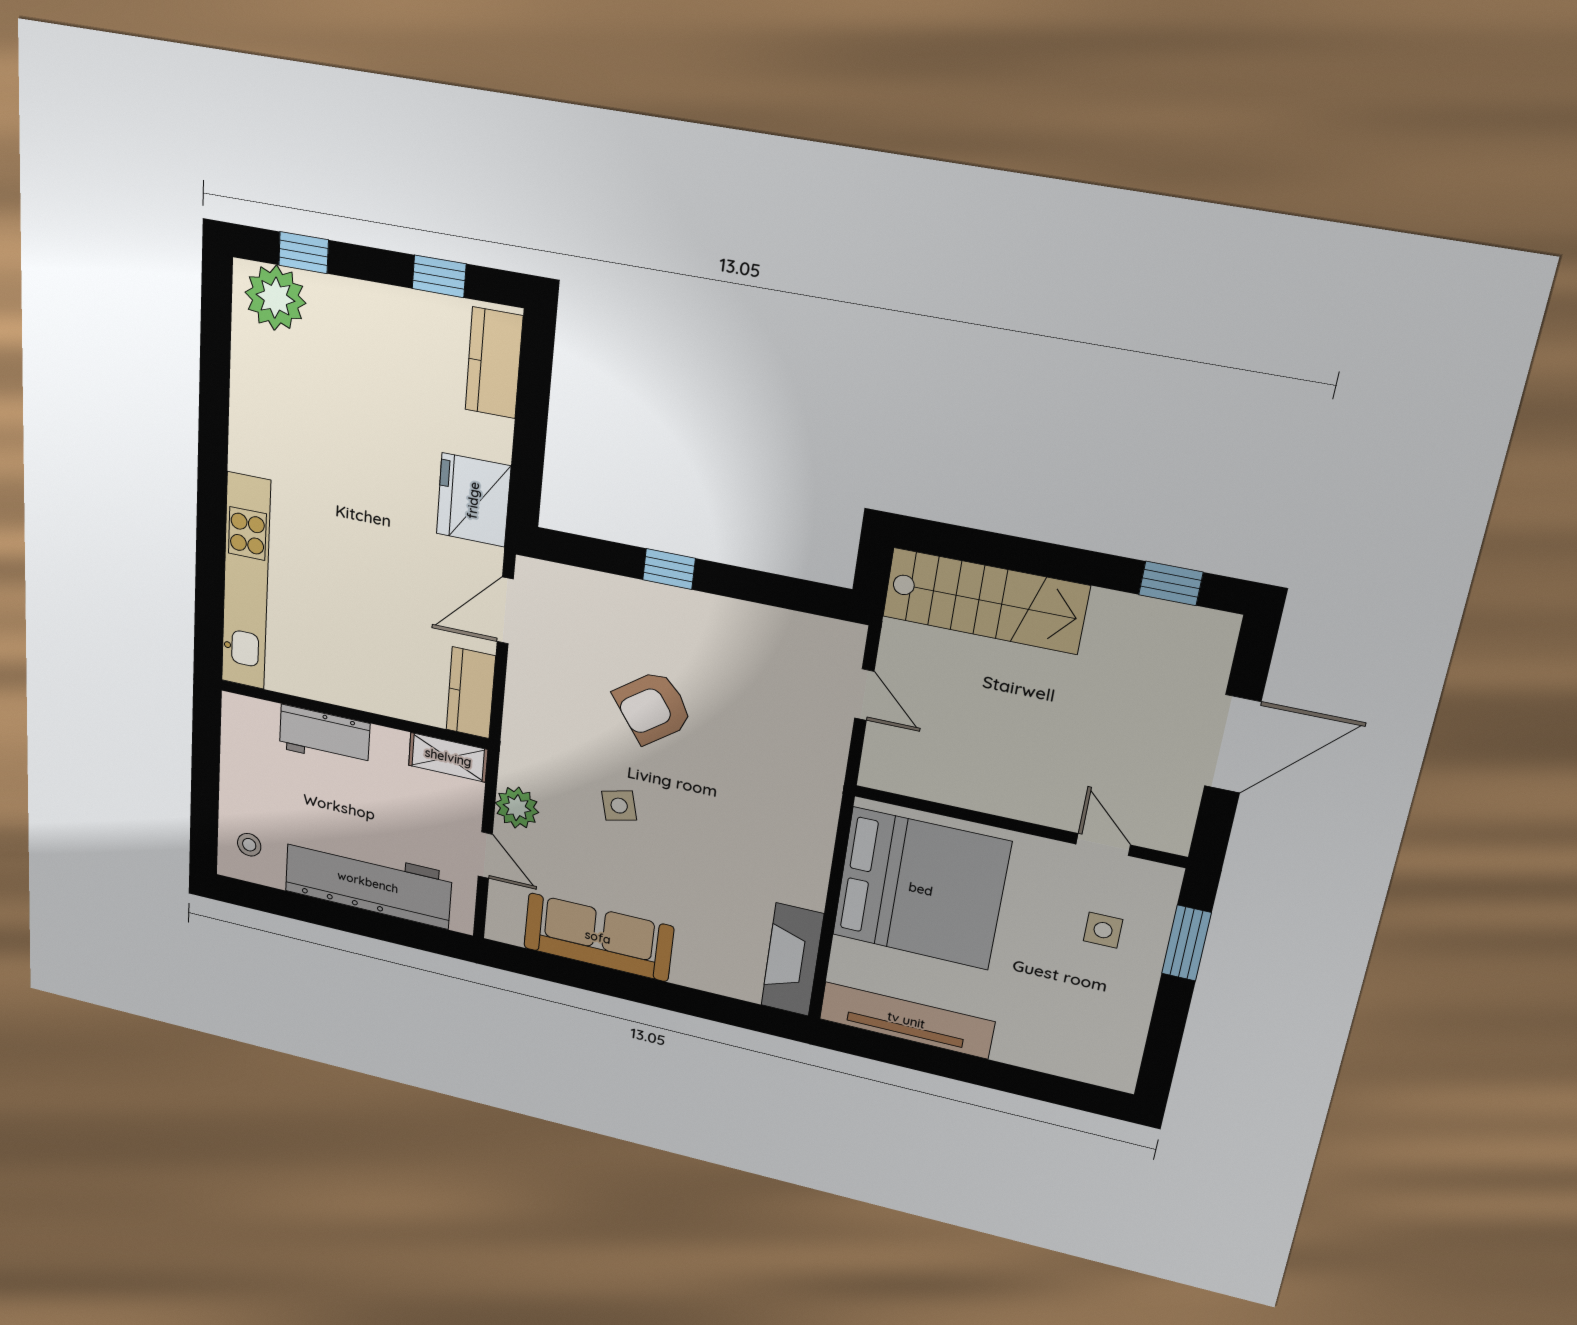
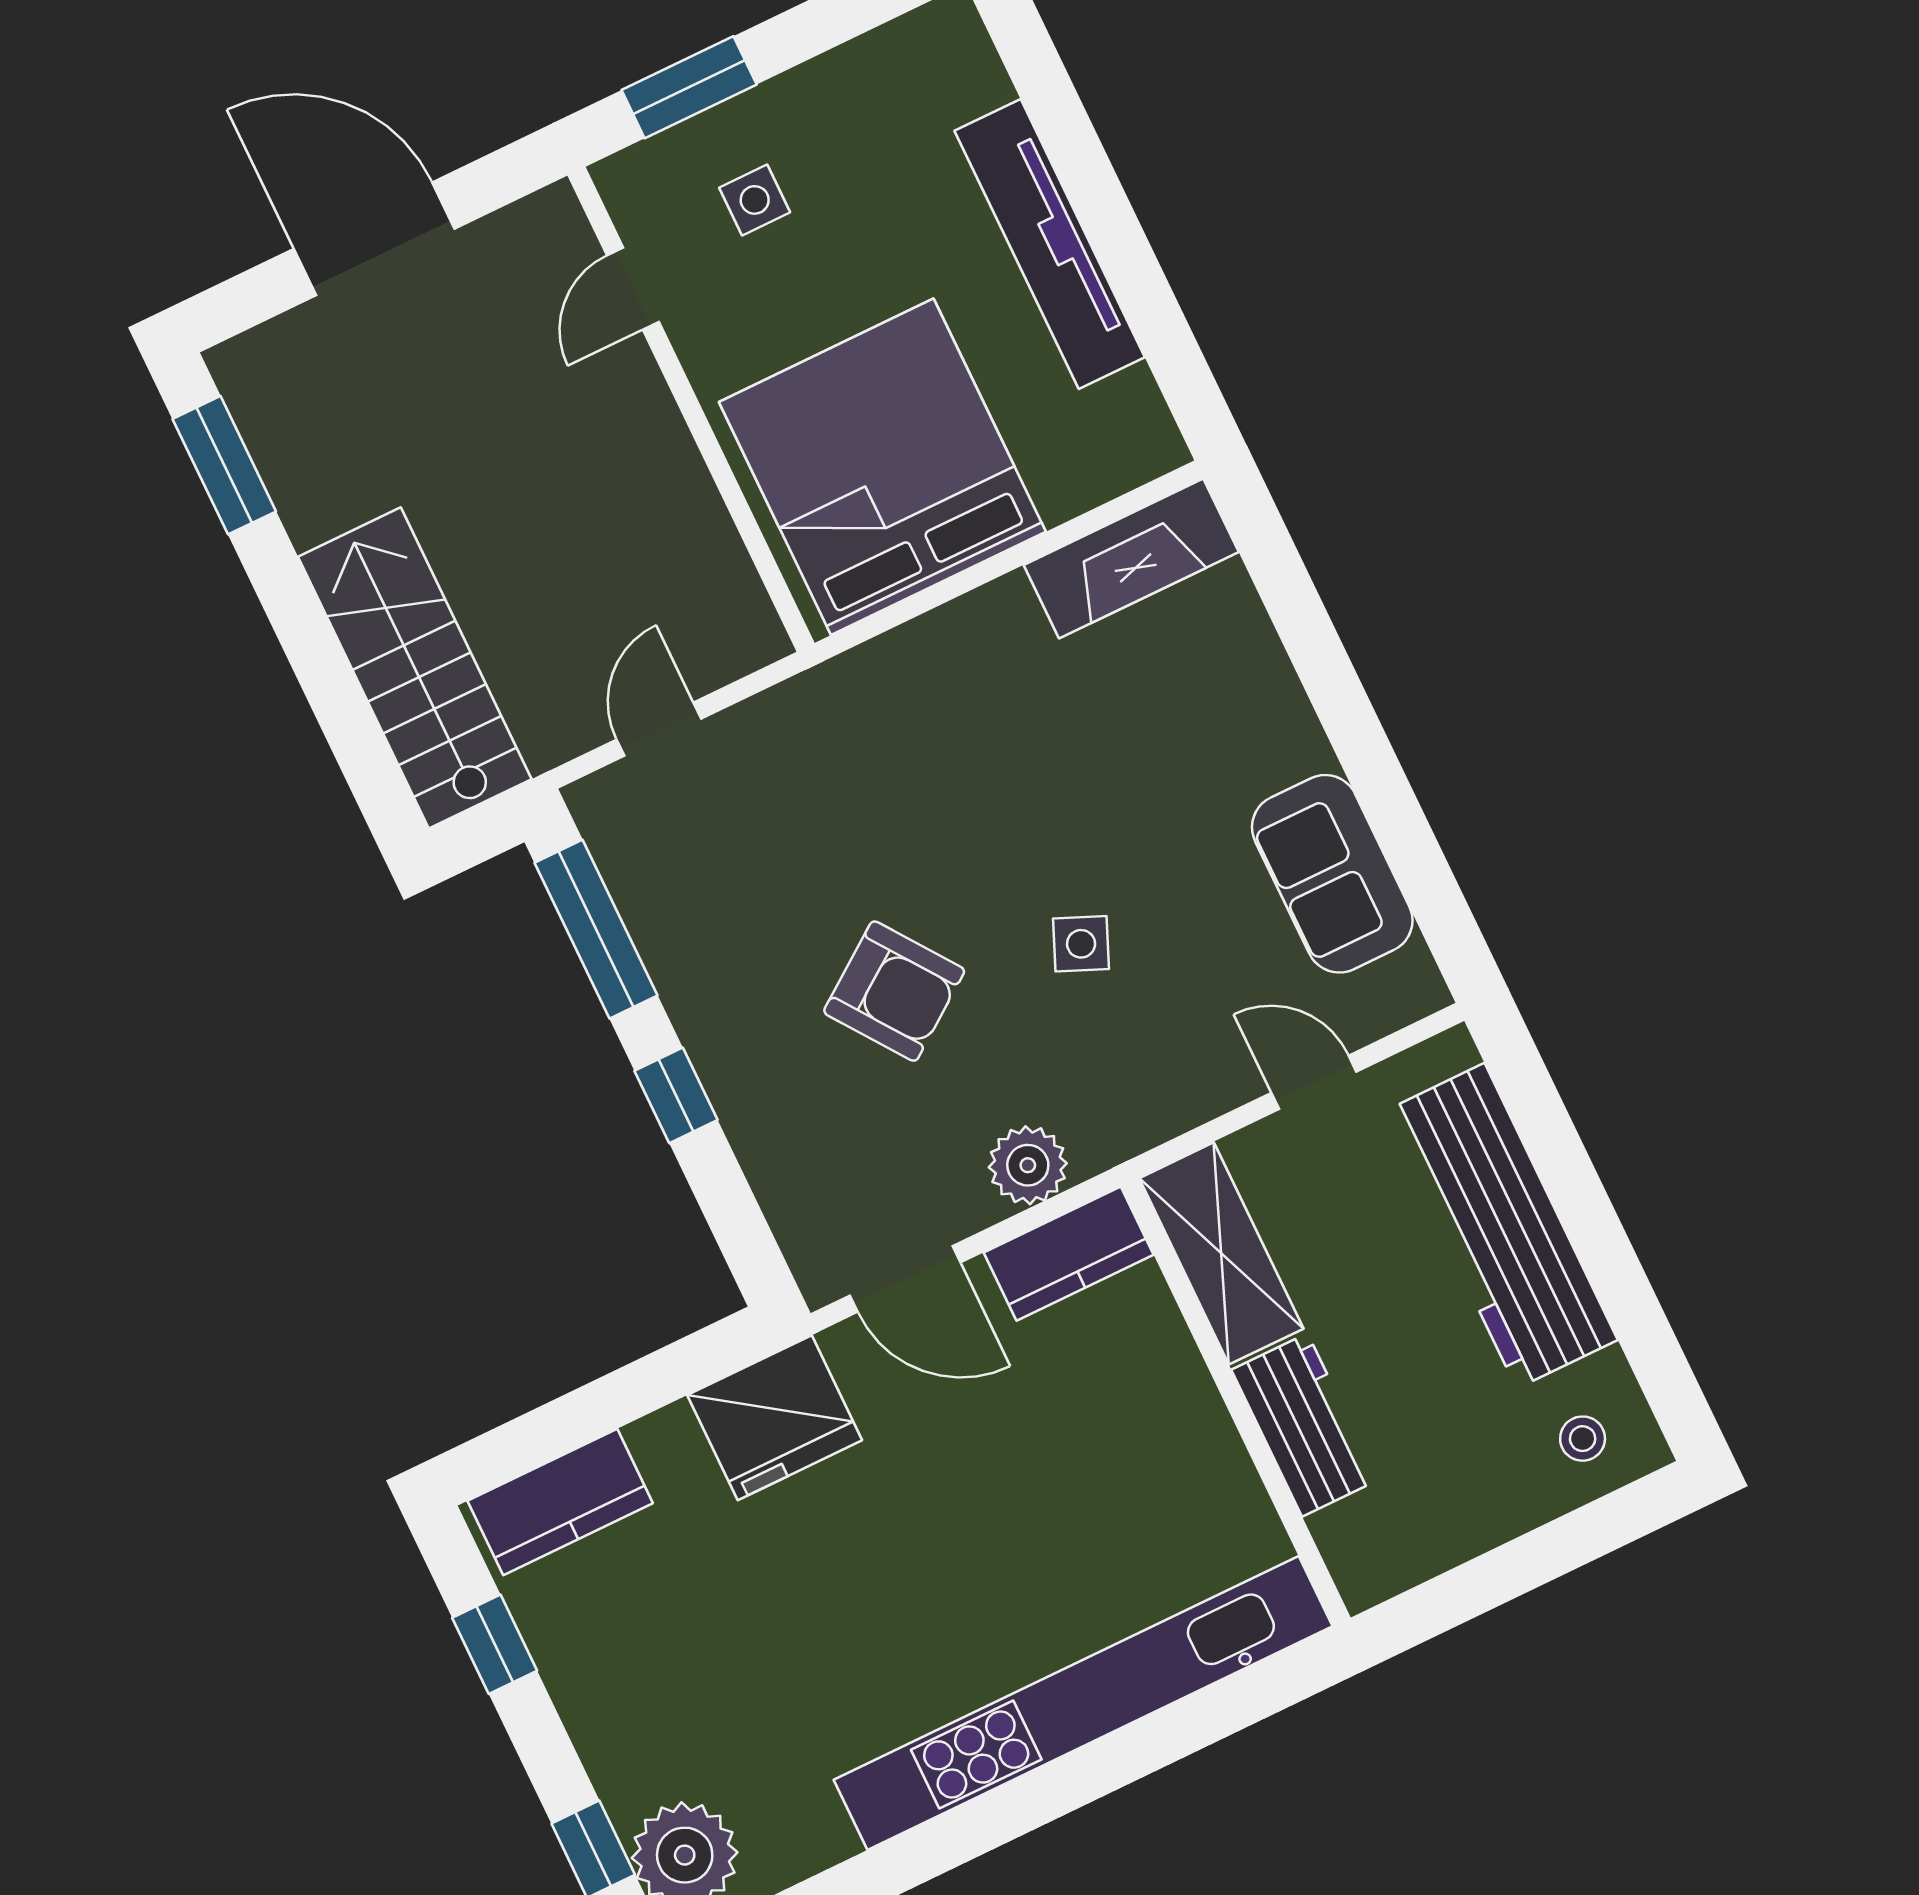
kitchen unit: (246, 582) -> (1083, 1703), width x1.36
window: (1171, 583) -> (224, 465), width x1.50
window: (782, 592) -> (596, 929), added
shelving: (448, 757) -> (1221, 1253), width x1.50, depth x1.33
side table: (619, 806) -> (1081, 944), turned 37
plant: (517, 808) -> (1028, 1165), moved
door: (485, 855) -> (1314, 1082), hinge flipped
sofa: (598, 937) -> (1332, 874), width x0.73
tv unit: (906, 1020) -> (1050, 244), moved

